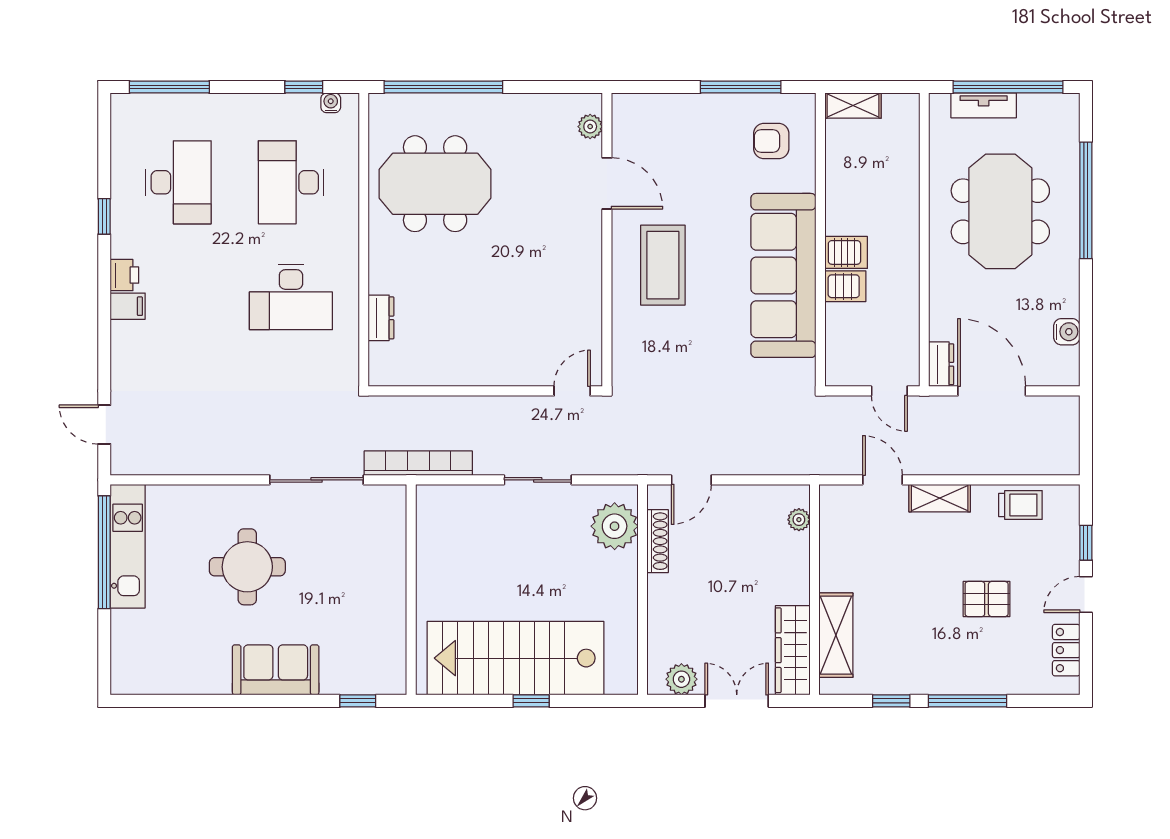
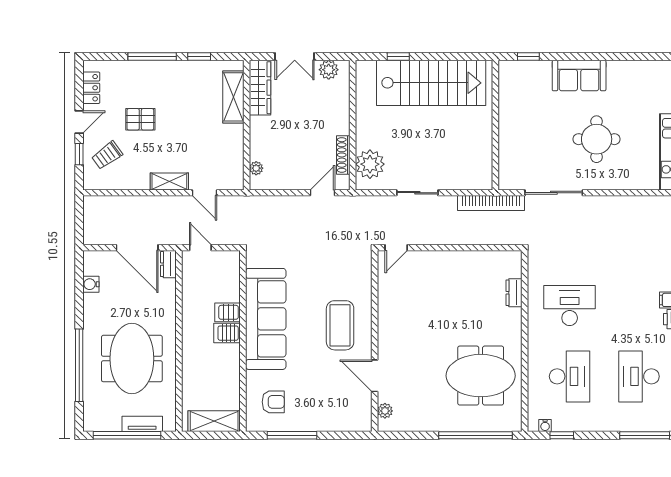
shelving: (853, 106) -> (214, 421), width x1.50, depth x1.33
trolley: (1020, 505) -> (107, 155), moved, turned -36
window: (531, 701) -> (398, 56), moved

